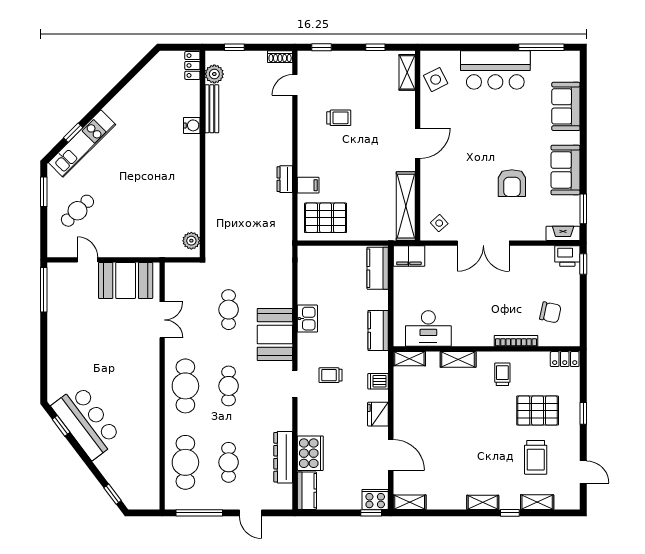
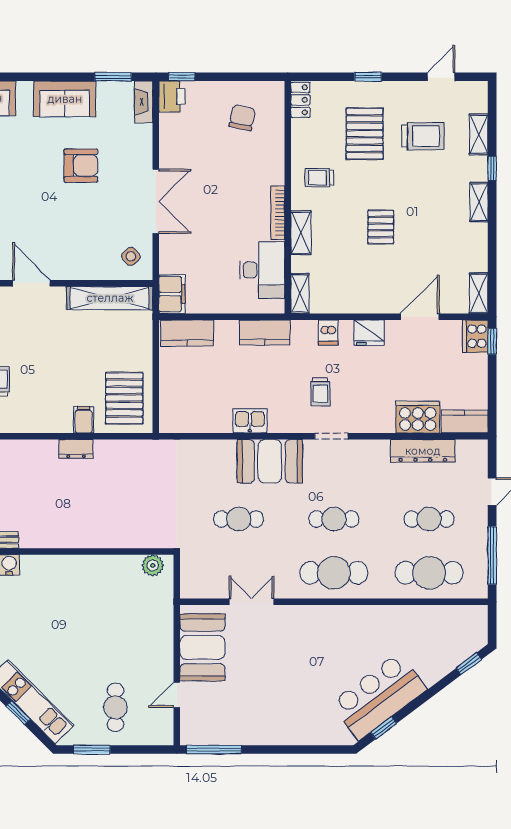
cafe table: (77, 211) -> (115, 707), turned 44
bookcase: (516, 341) -> (278, 213), moved
pallet: (463, 424) -> (381, 227), added

